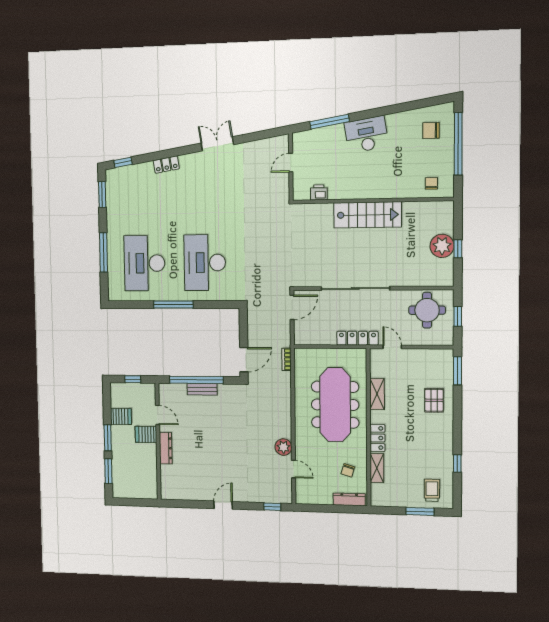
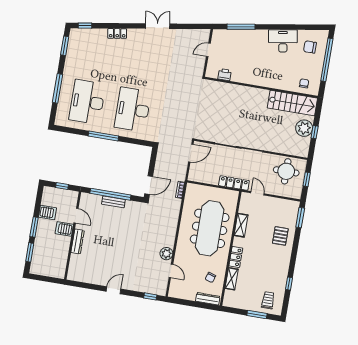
desk: (366, 135) -> (283, 41), moved
stairs: (368, 215) -> (292, 103), moved

